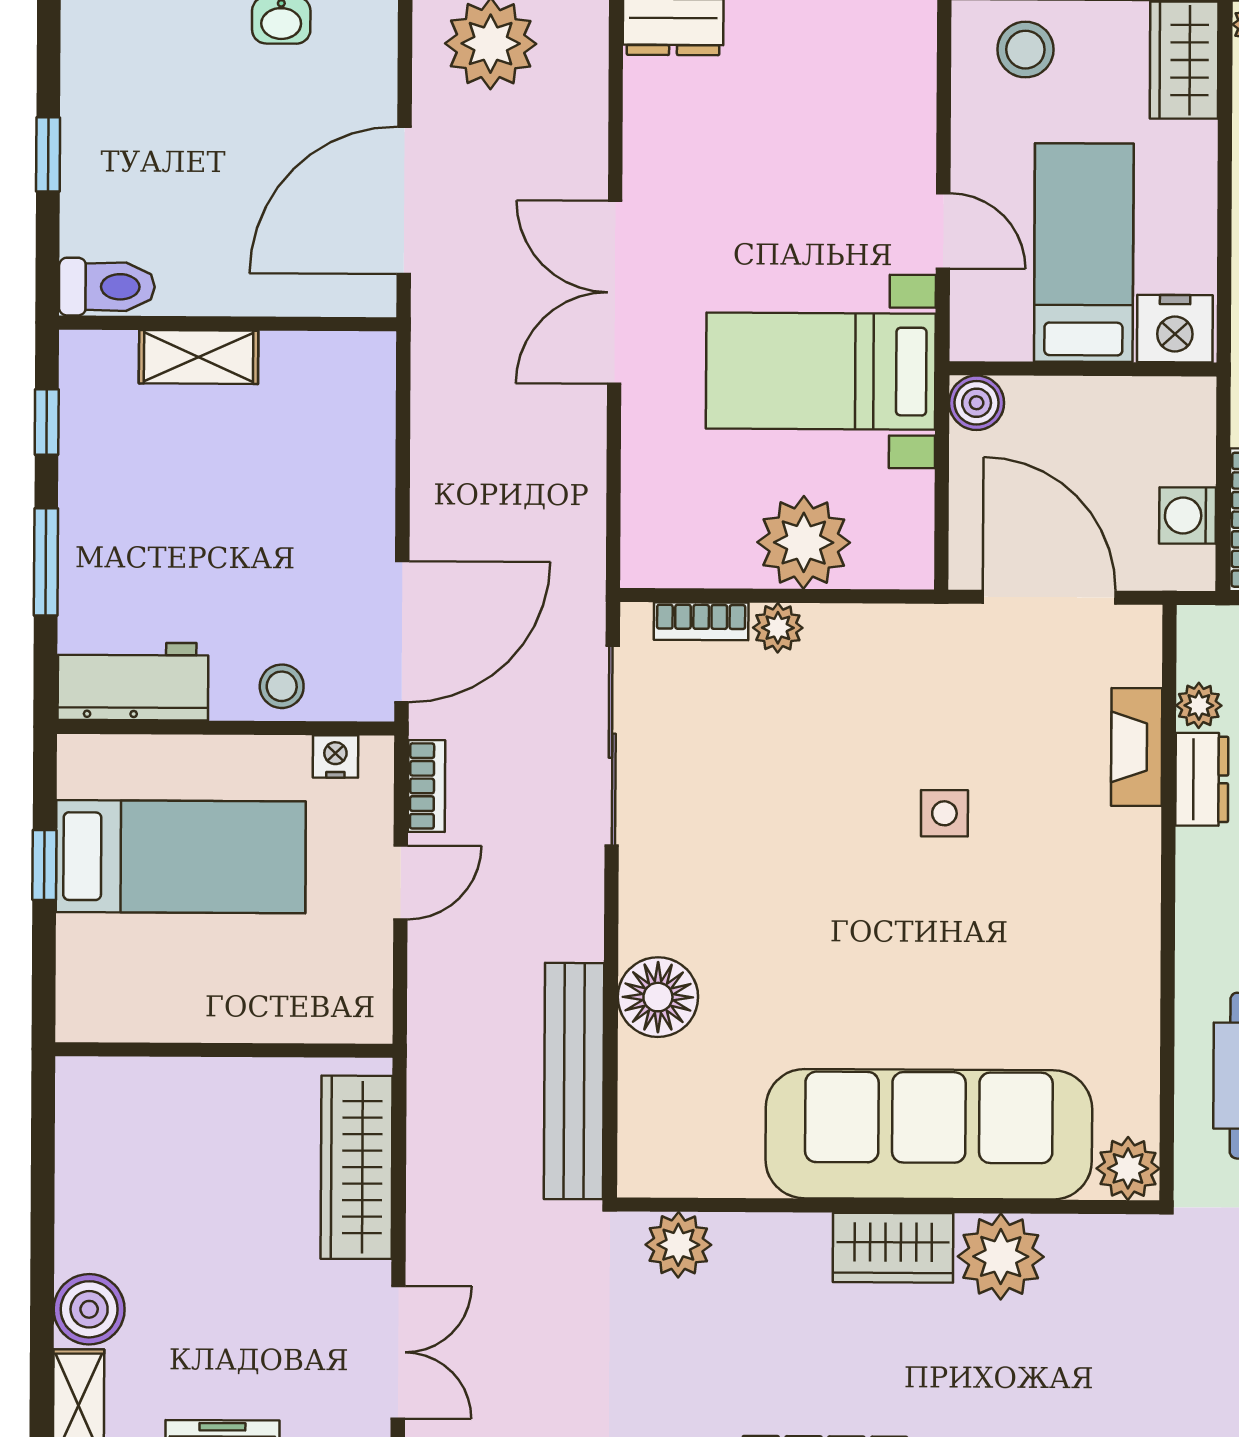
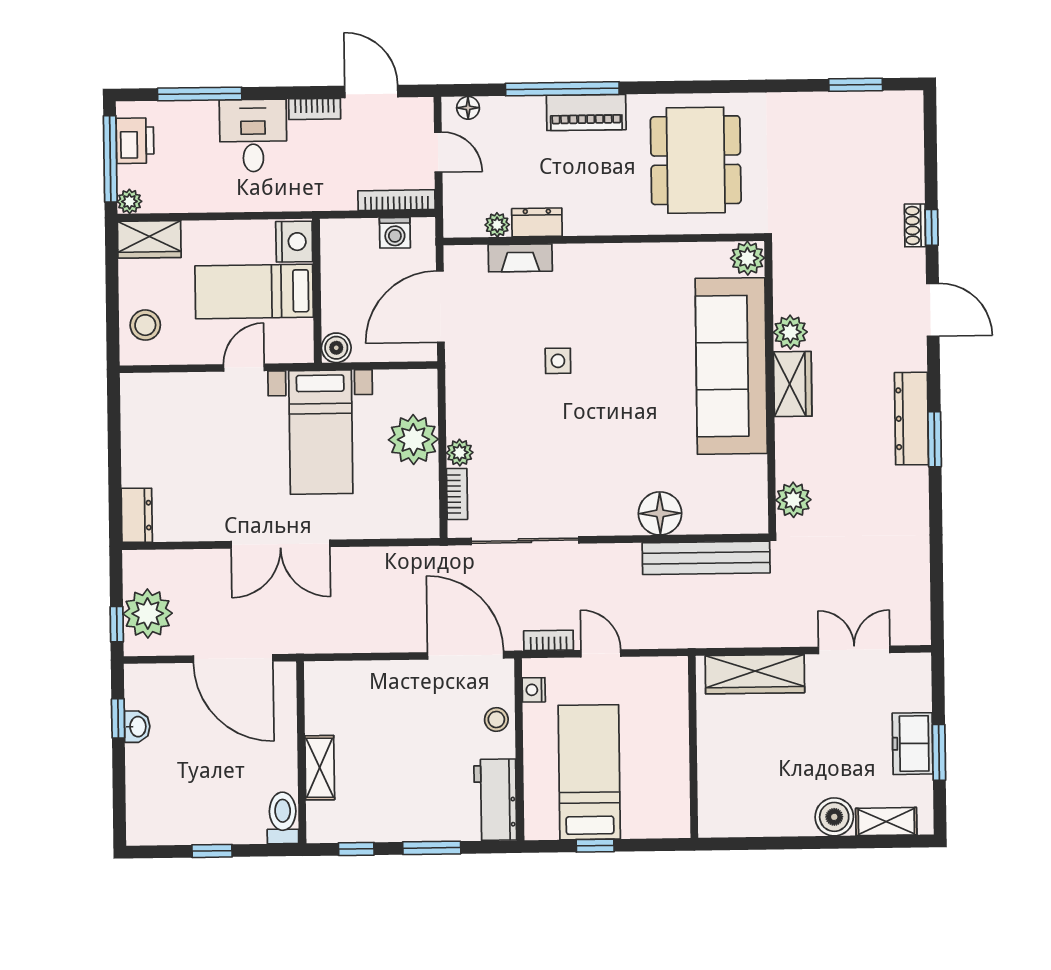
plant: (1001, 1257) -> (790, 332), width x0.73, depth x0.73

